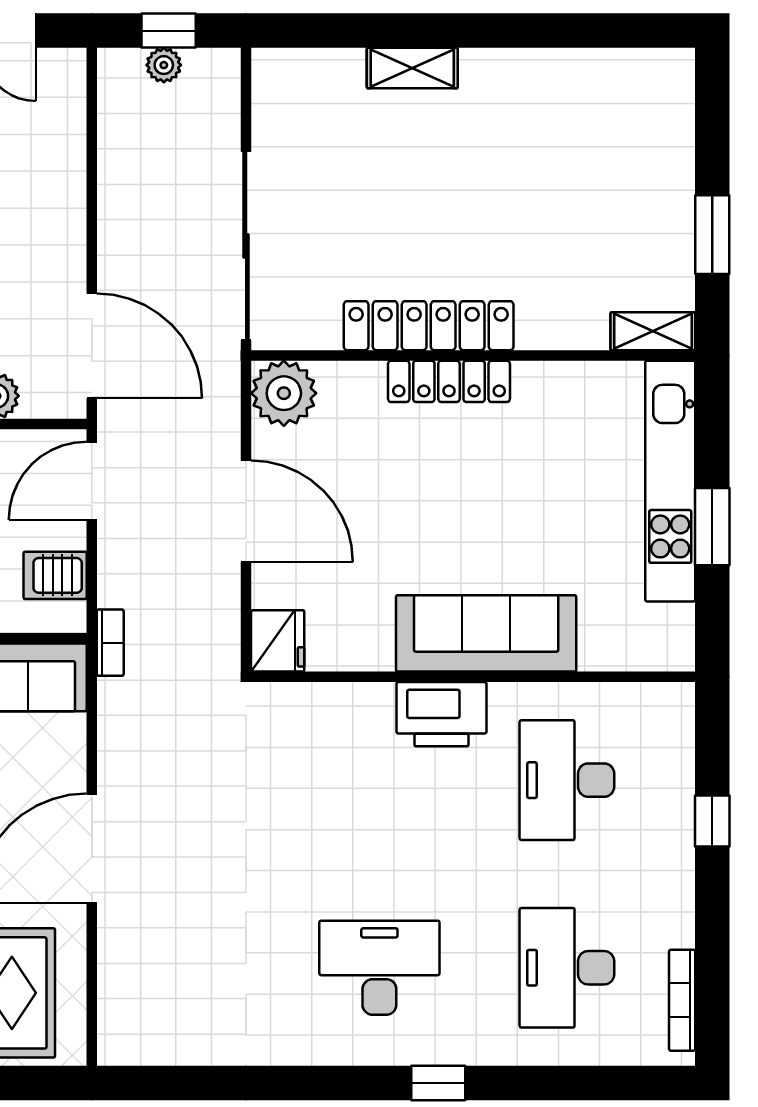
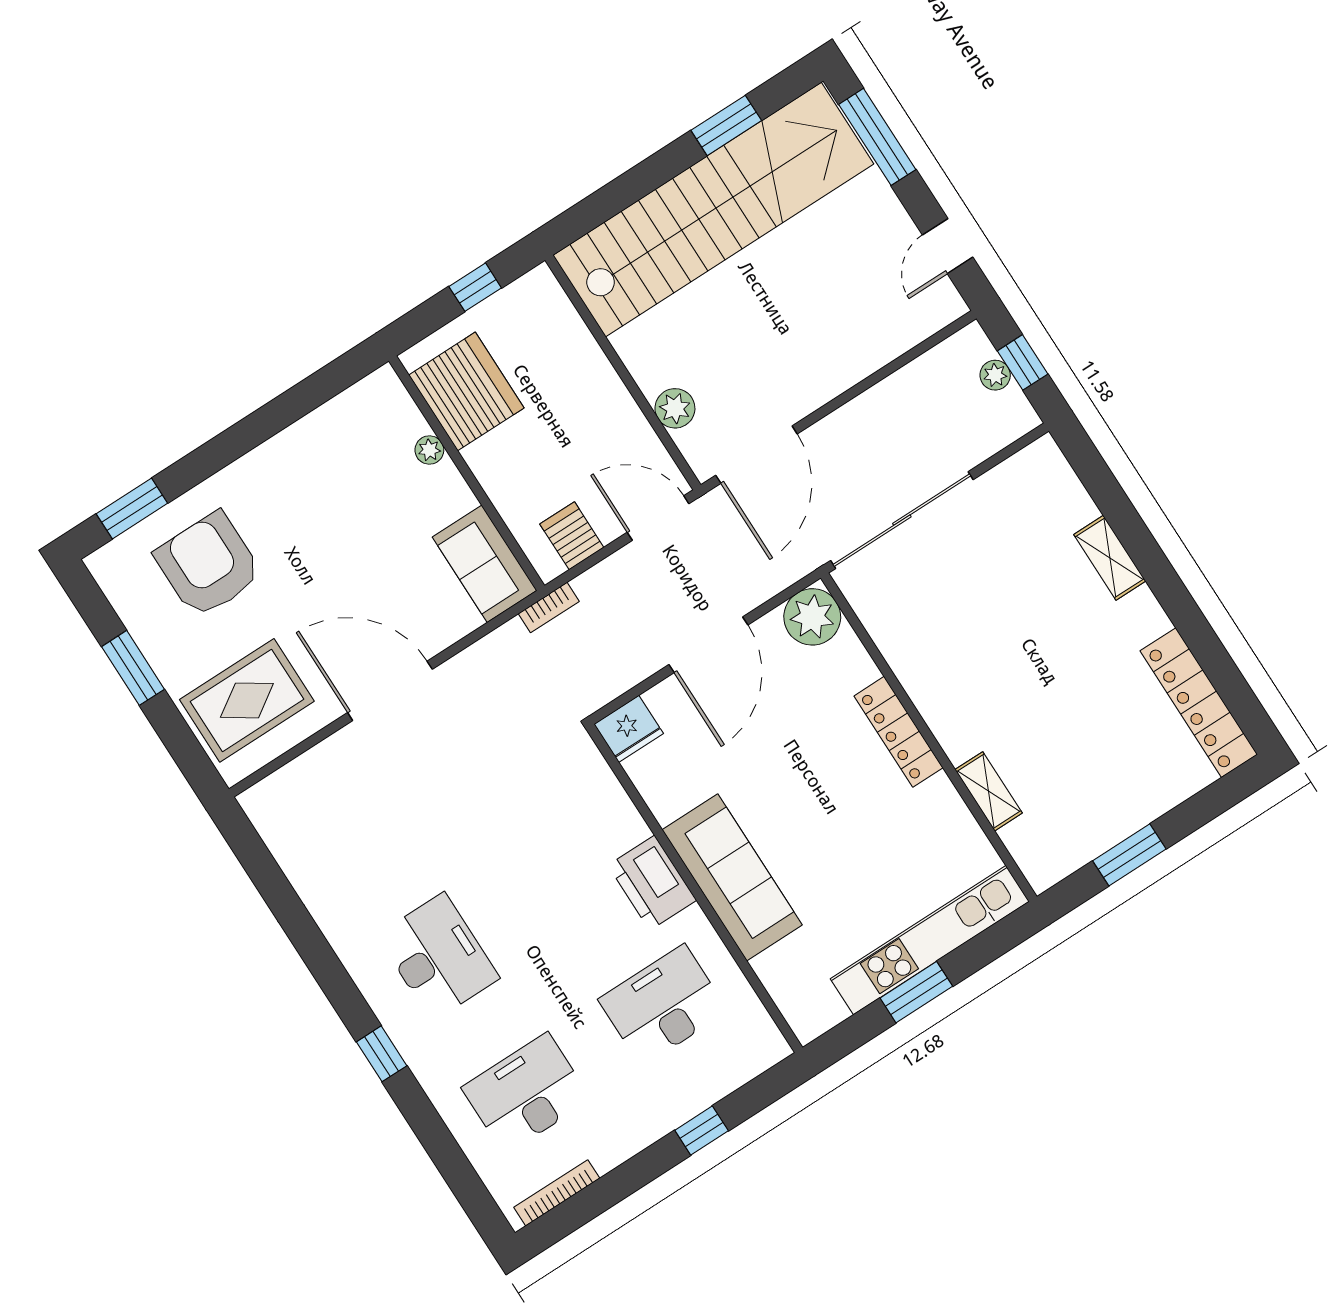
locker: (429, 326) -> (1199, 703), moved, turned 180
shelving: (653, 331) -> (989, 791), moved

